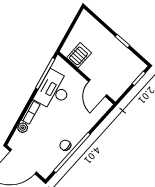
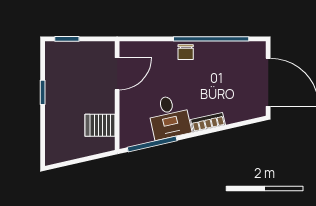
desk: (54, 91) -> (169, 117), width x0.73
plant: (23, 128) -> (232, 116), removed
chair: (65, 145) -> (186, 52), moved

